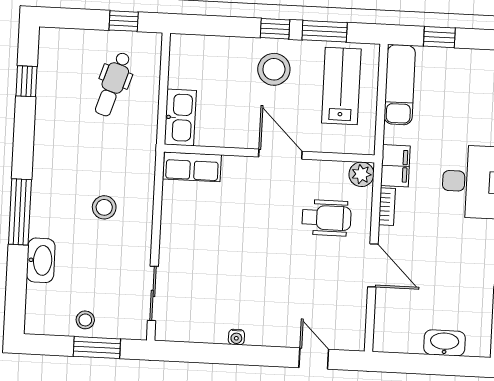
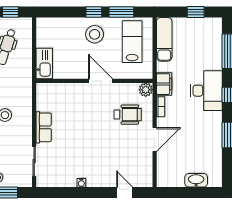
window: (439, 37) -> (196, 12), moved
row of seats: (192, 167) -> (44, 127), moved, turned -90
door: (373, 265) -> (155, 140), hinge flipped

